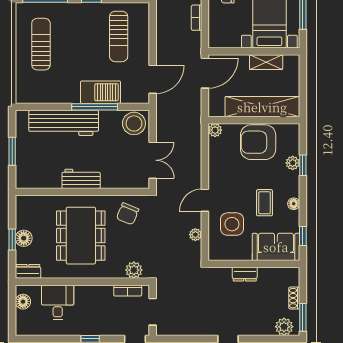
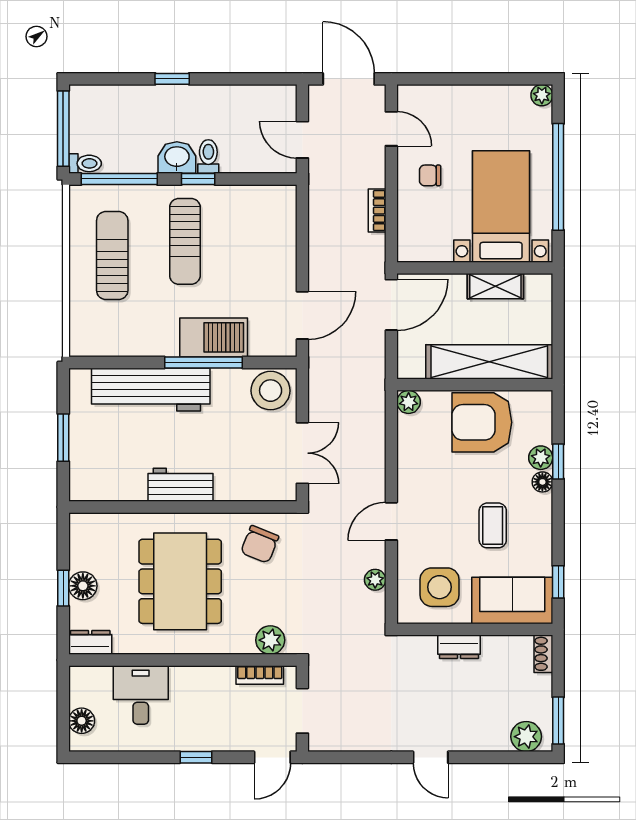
sun lounger: (119, 36) -> (185, 241), moved
floor lamp: (294, 204) -> (542, 482), moved
side table: (232, 224) -> (439, 587), moved
shoe rack: (294, 298) -> (543, 654), moved
floor lamp: (23, 302) -> (82, 721), moved

